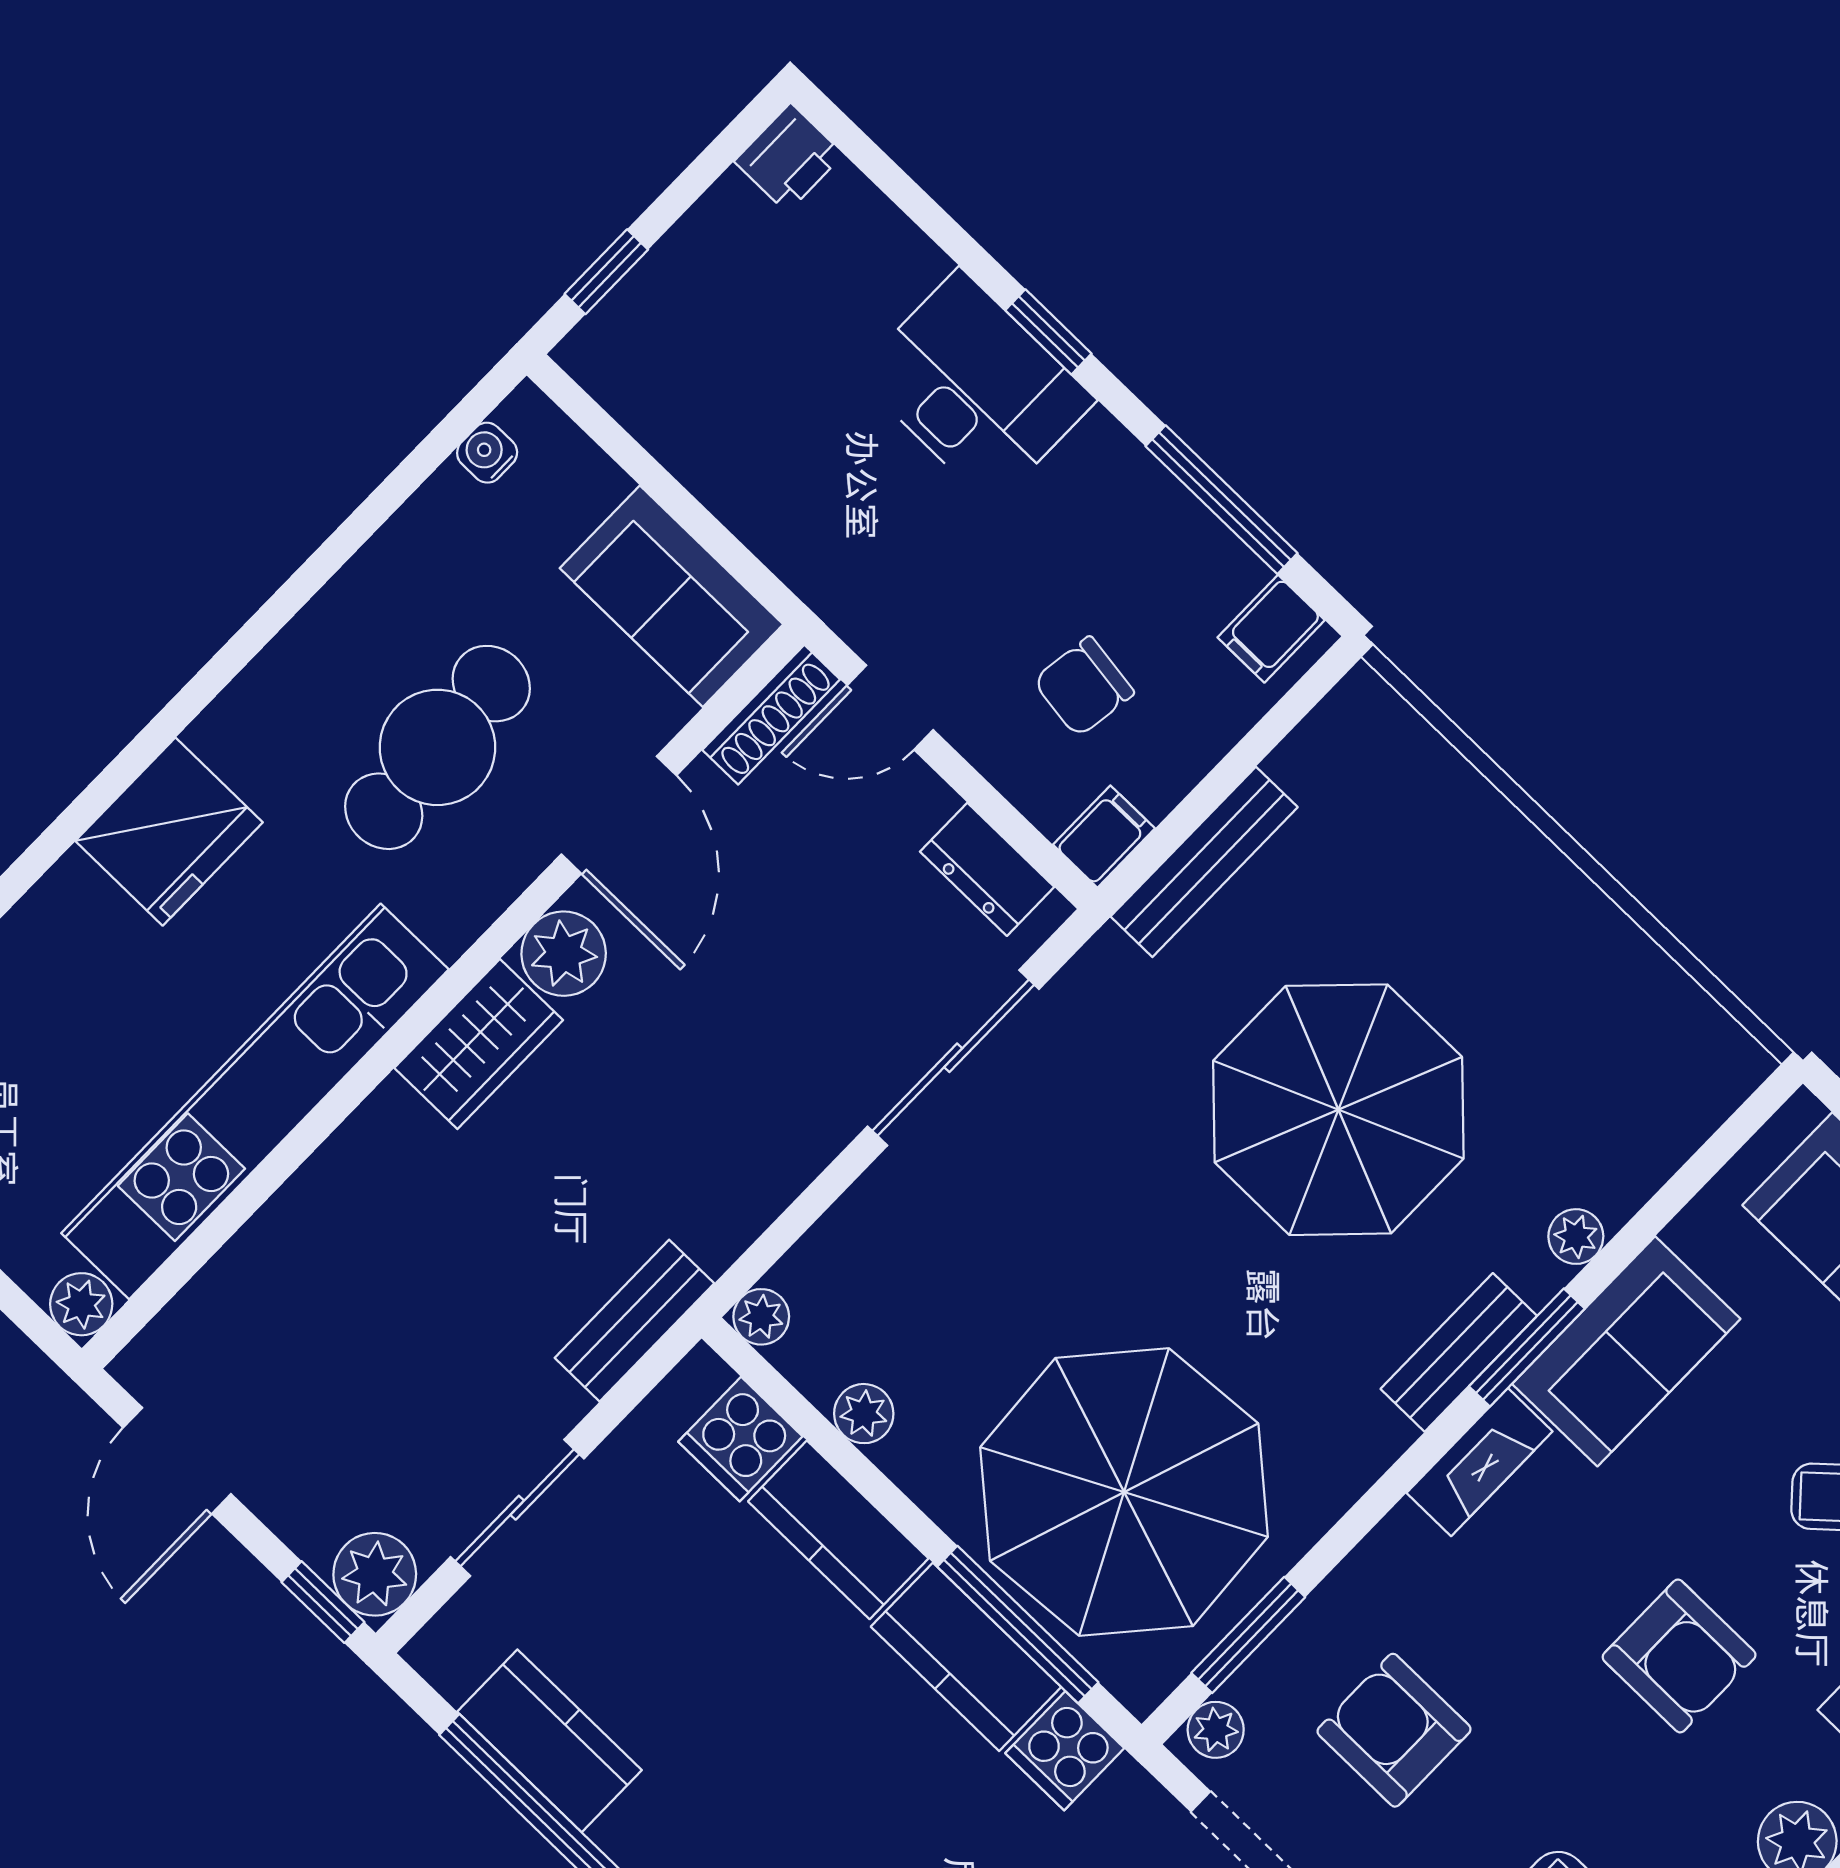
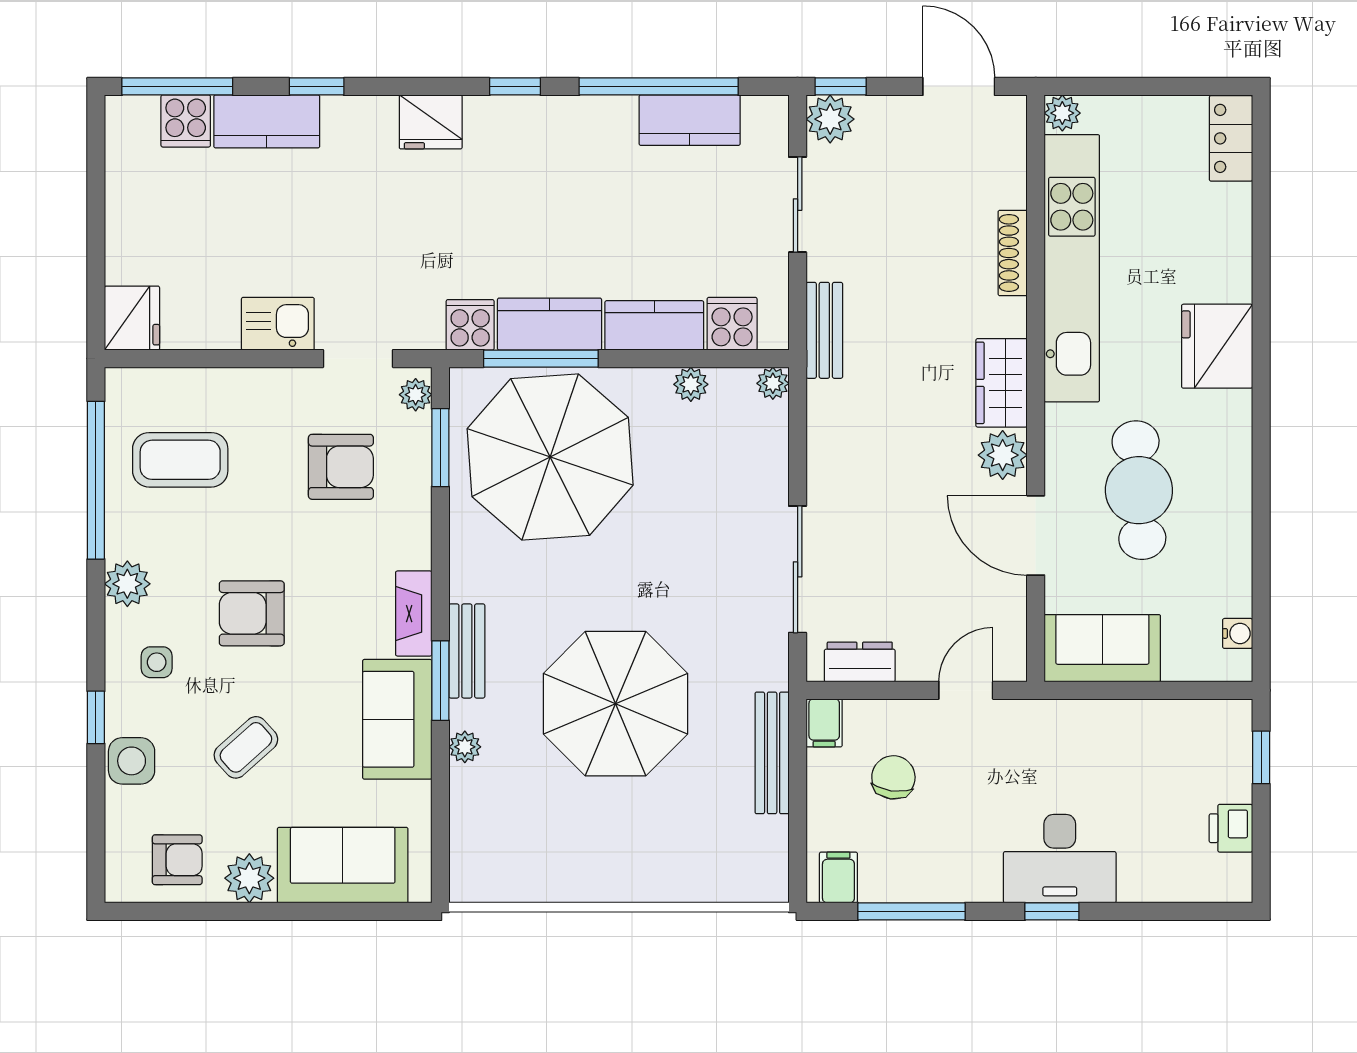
printer: (789, 158) -> (1231, 828), moved
shoe rack: (771, 715) -> (1013, 253), moved

